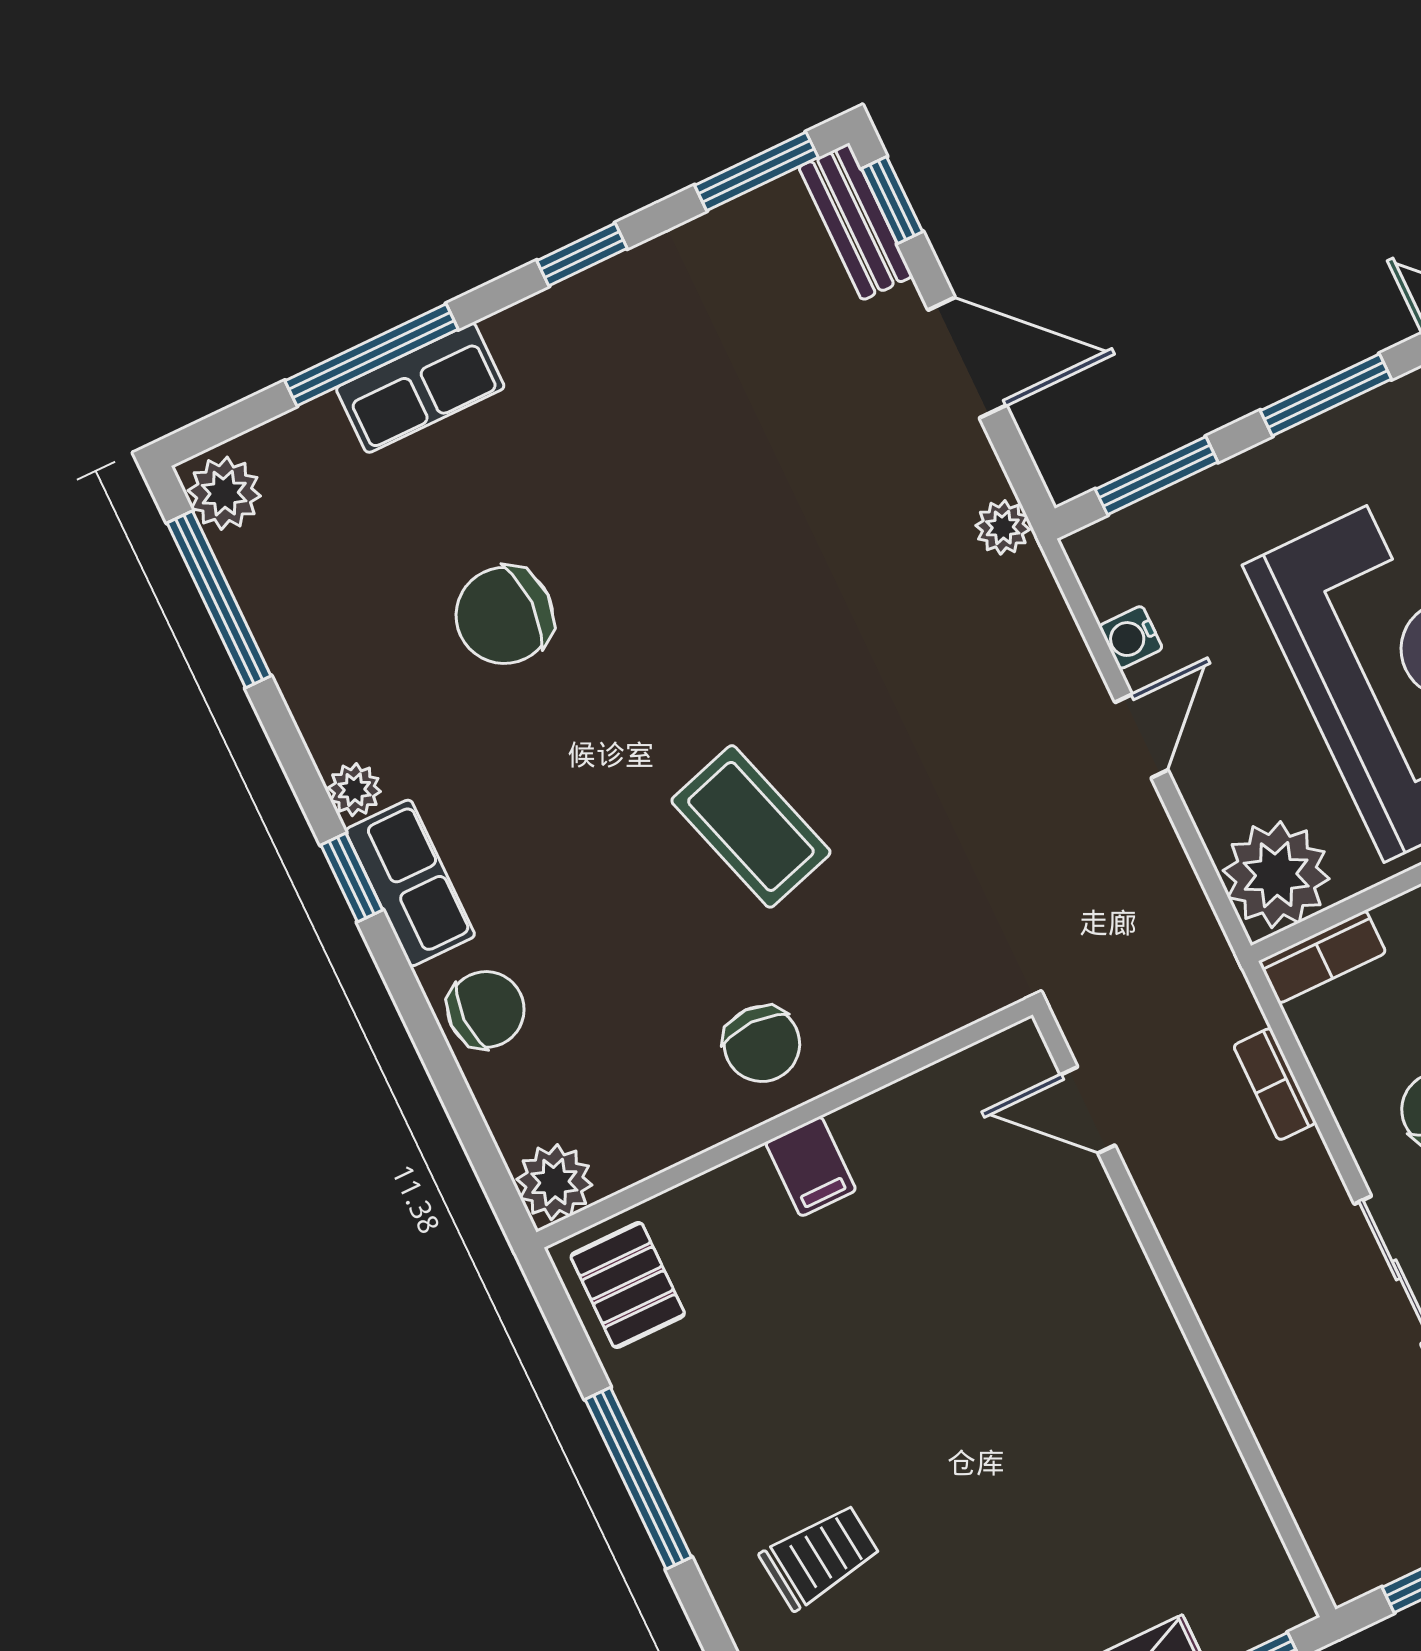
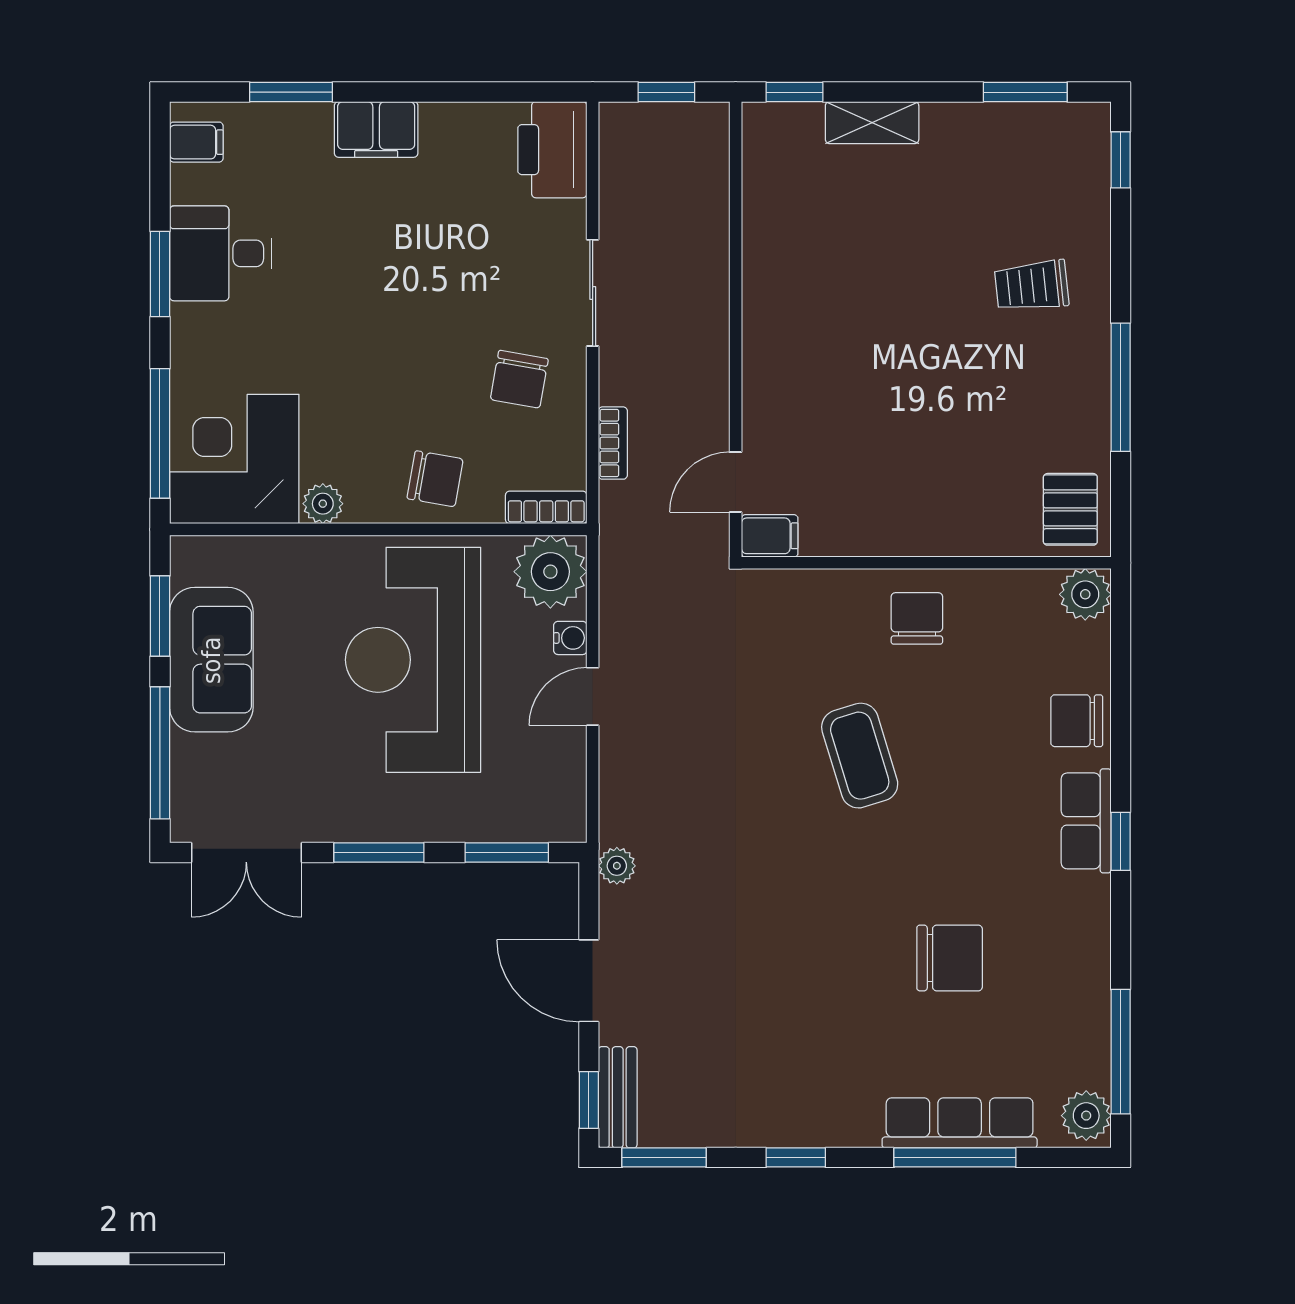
row of seats: (420, 388) -> (960, 1123), width x1.48
water cooler: (1131, 637) -> (570, 638), moved
plant: (354, 790) -> (1093, 895), removed
door: (1088, 1110) -> (736, 482), swing flipped
filing cabinet: (811, 1166) -> (770, 536), moved, turned 90

